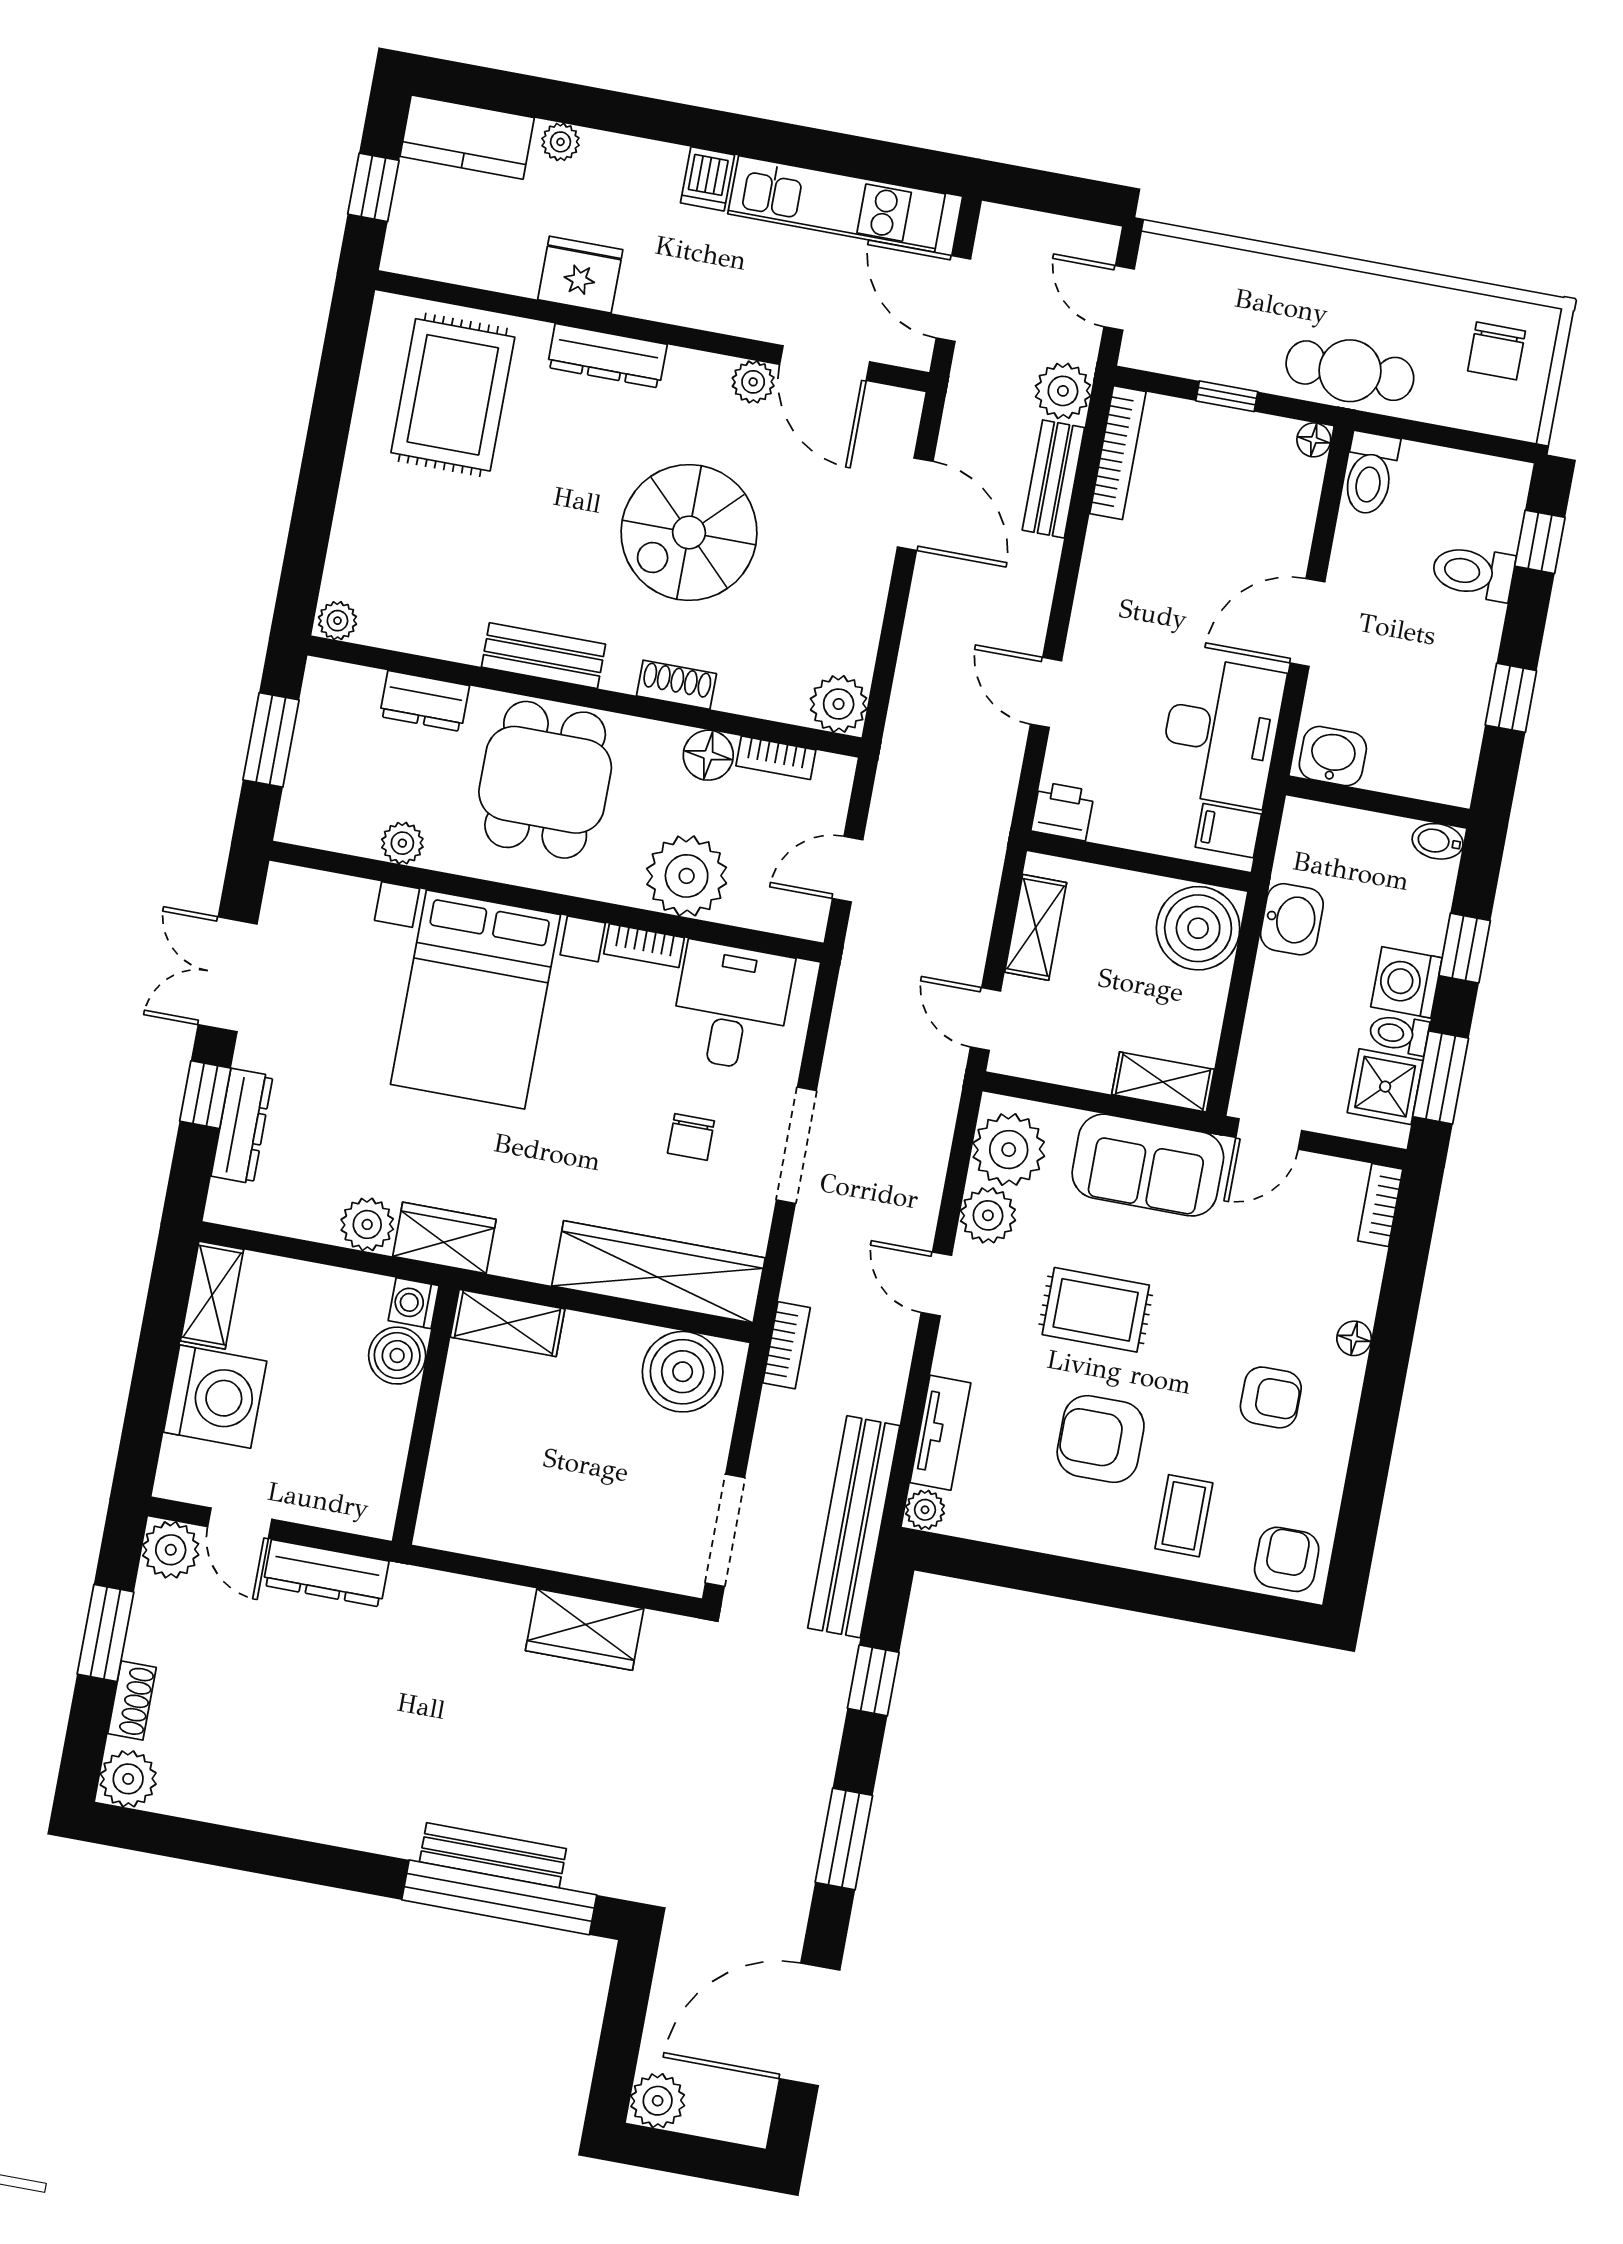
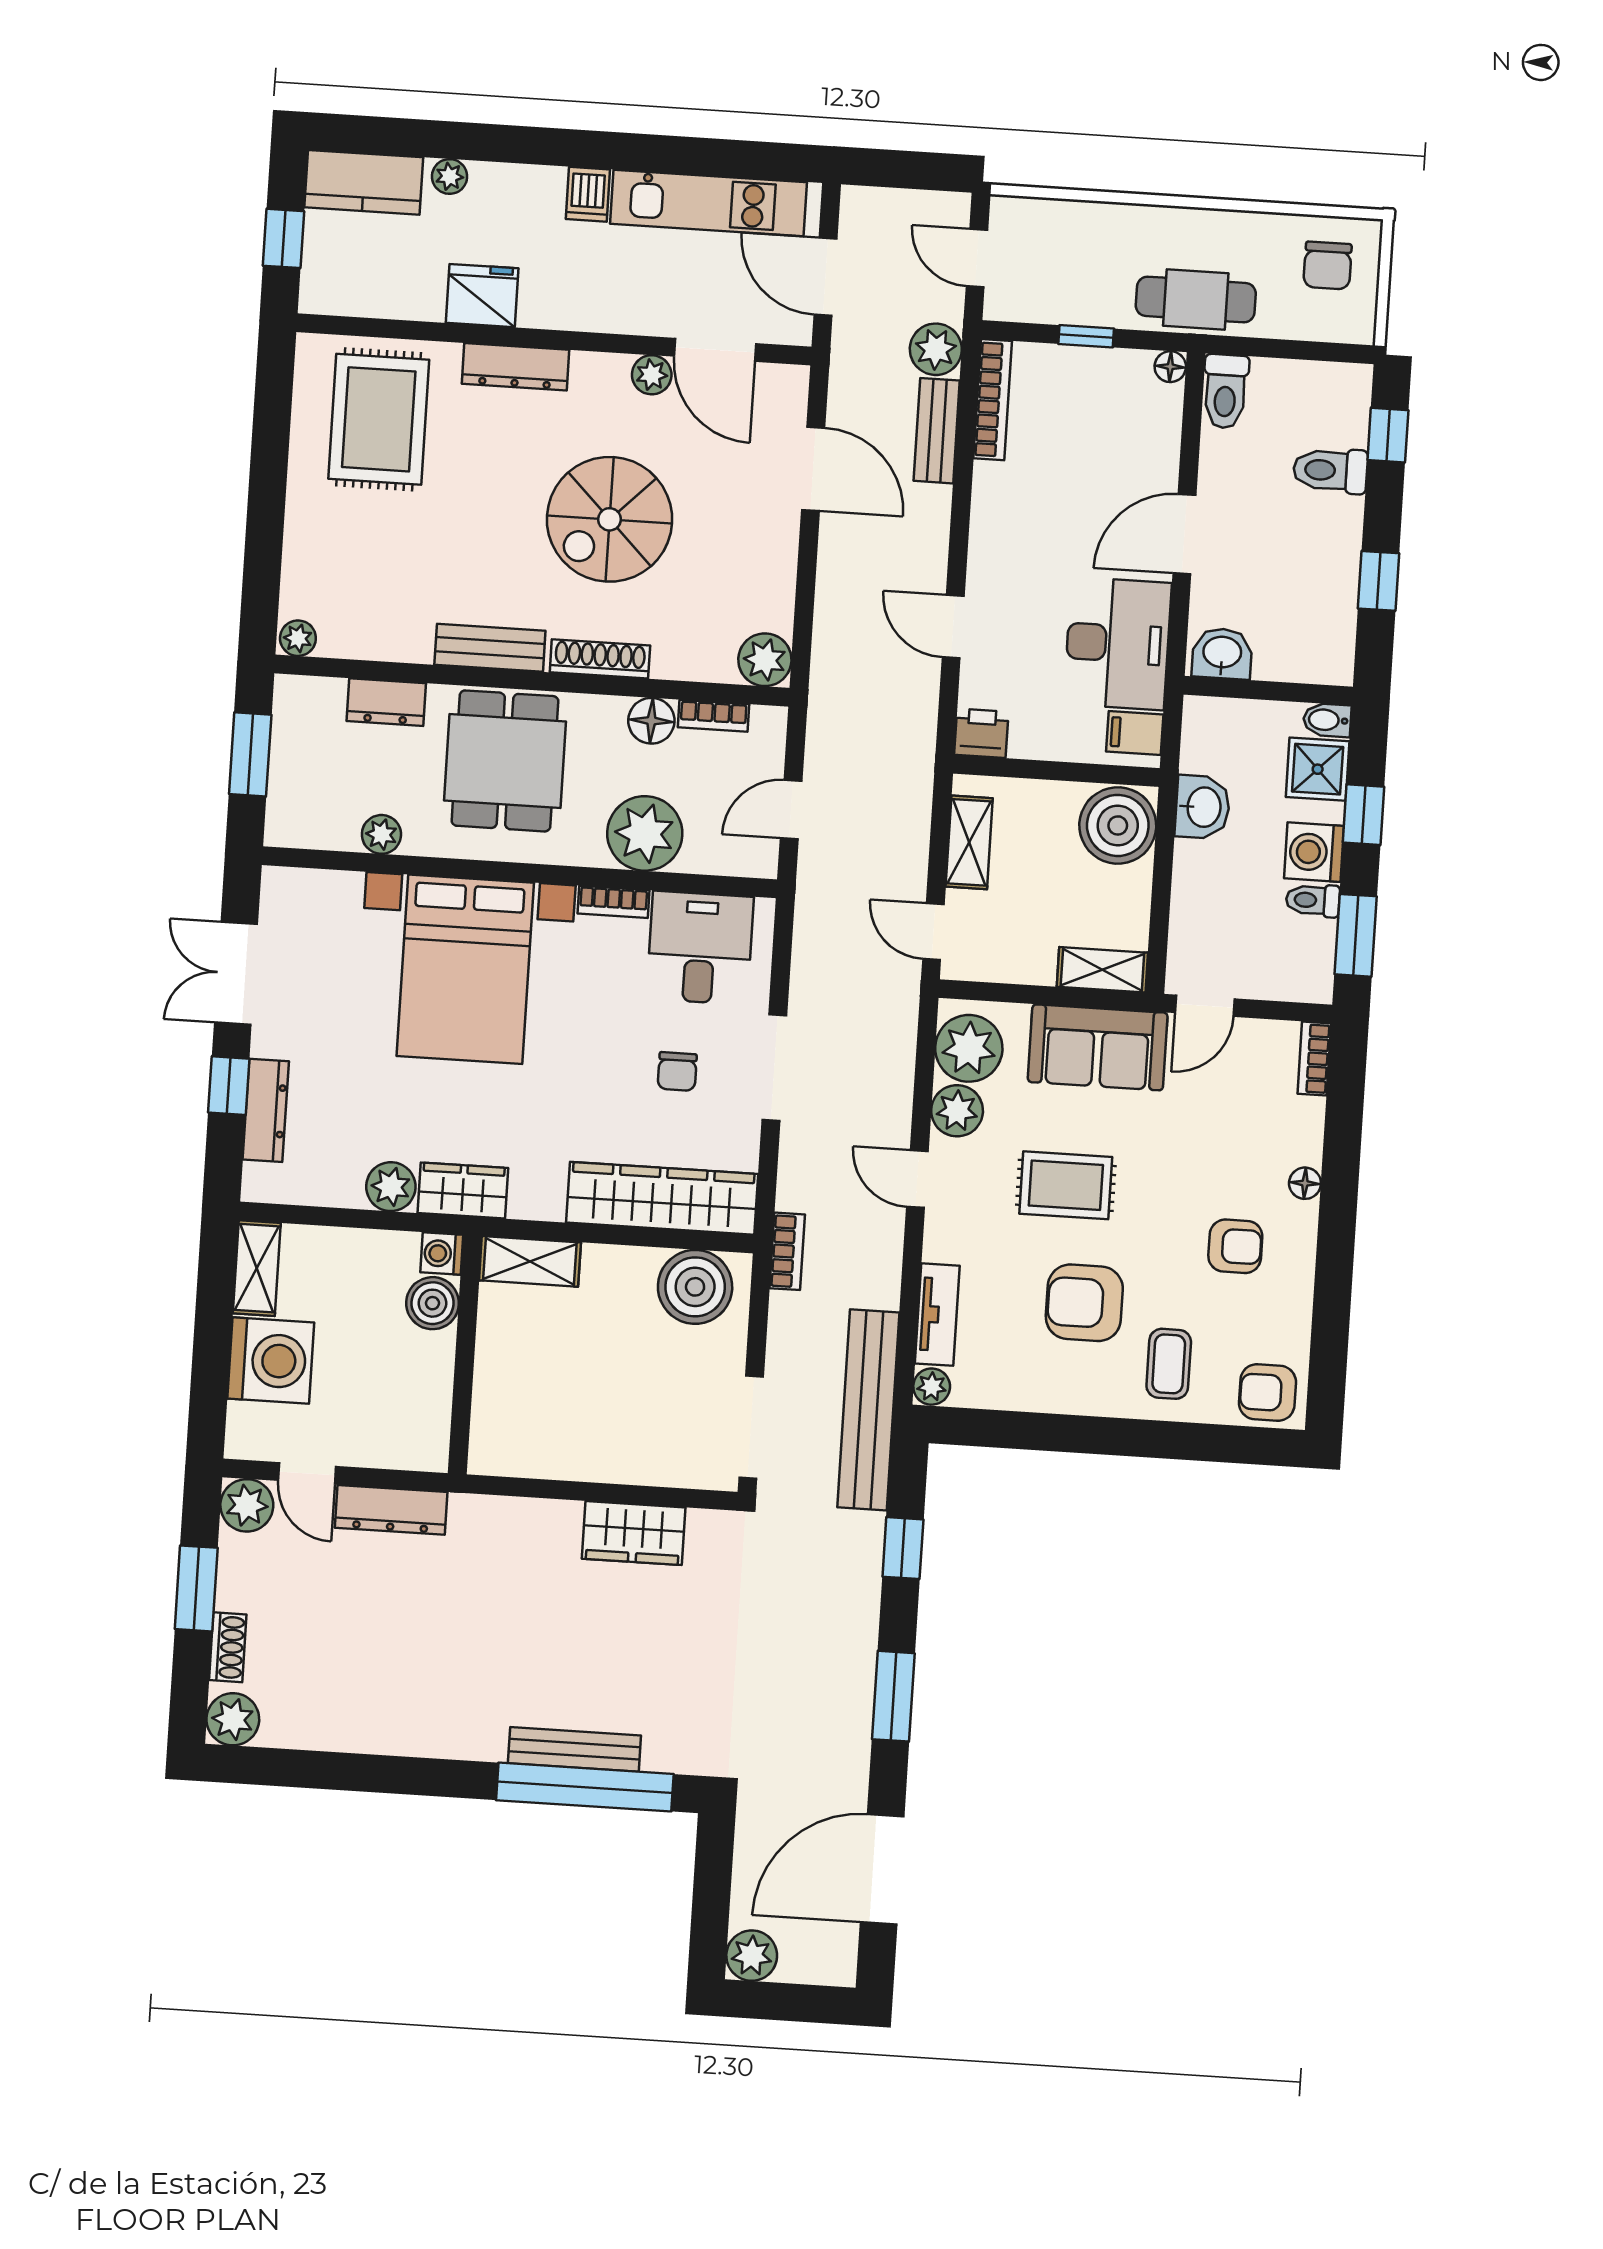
shoe rack: (676, 685) -> (600, 659), width x1.43
shower: (1385, 1087) -> (1318, 769), moved
armchair: (1287, 1559) -> (1267, 1392), turned -90

